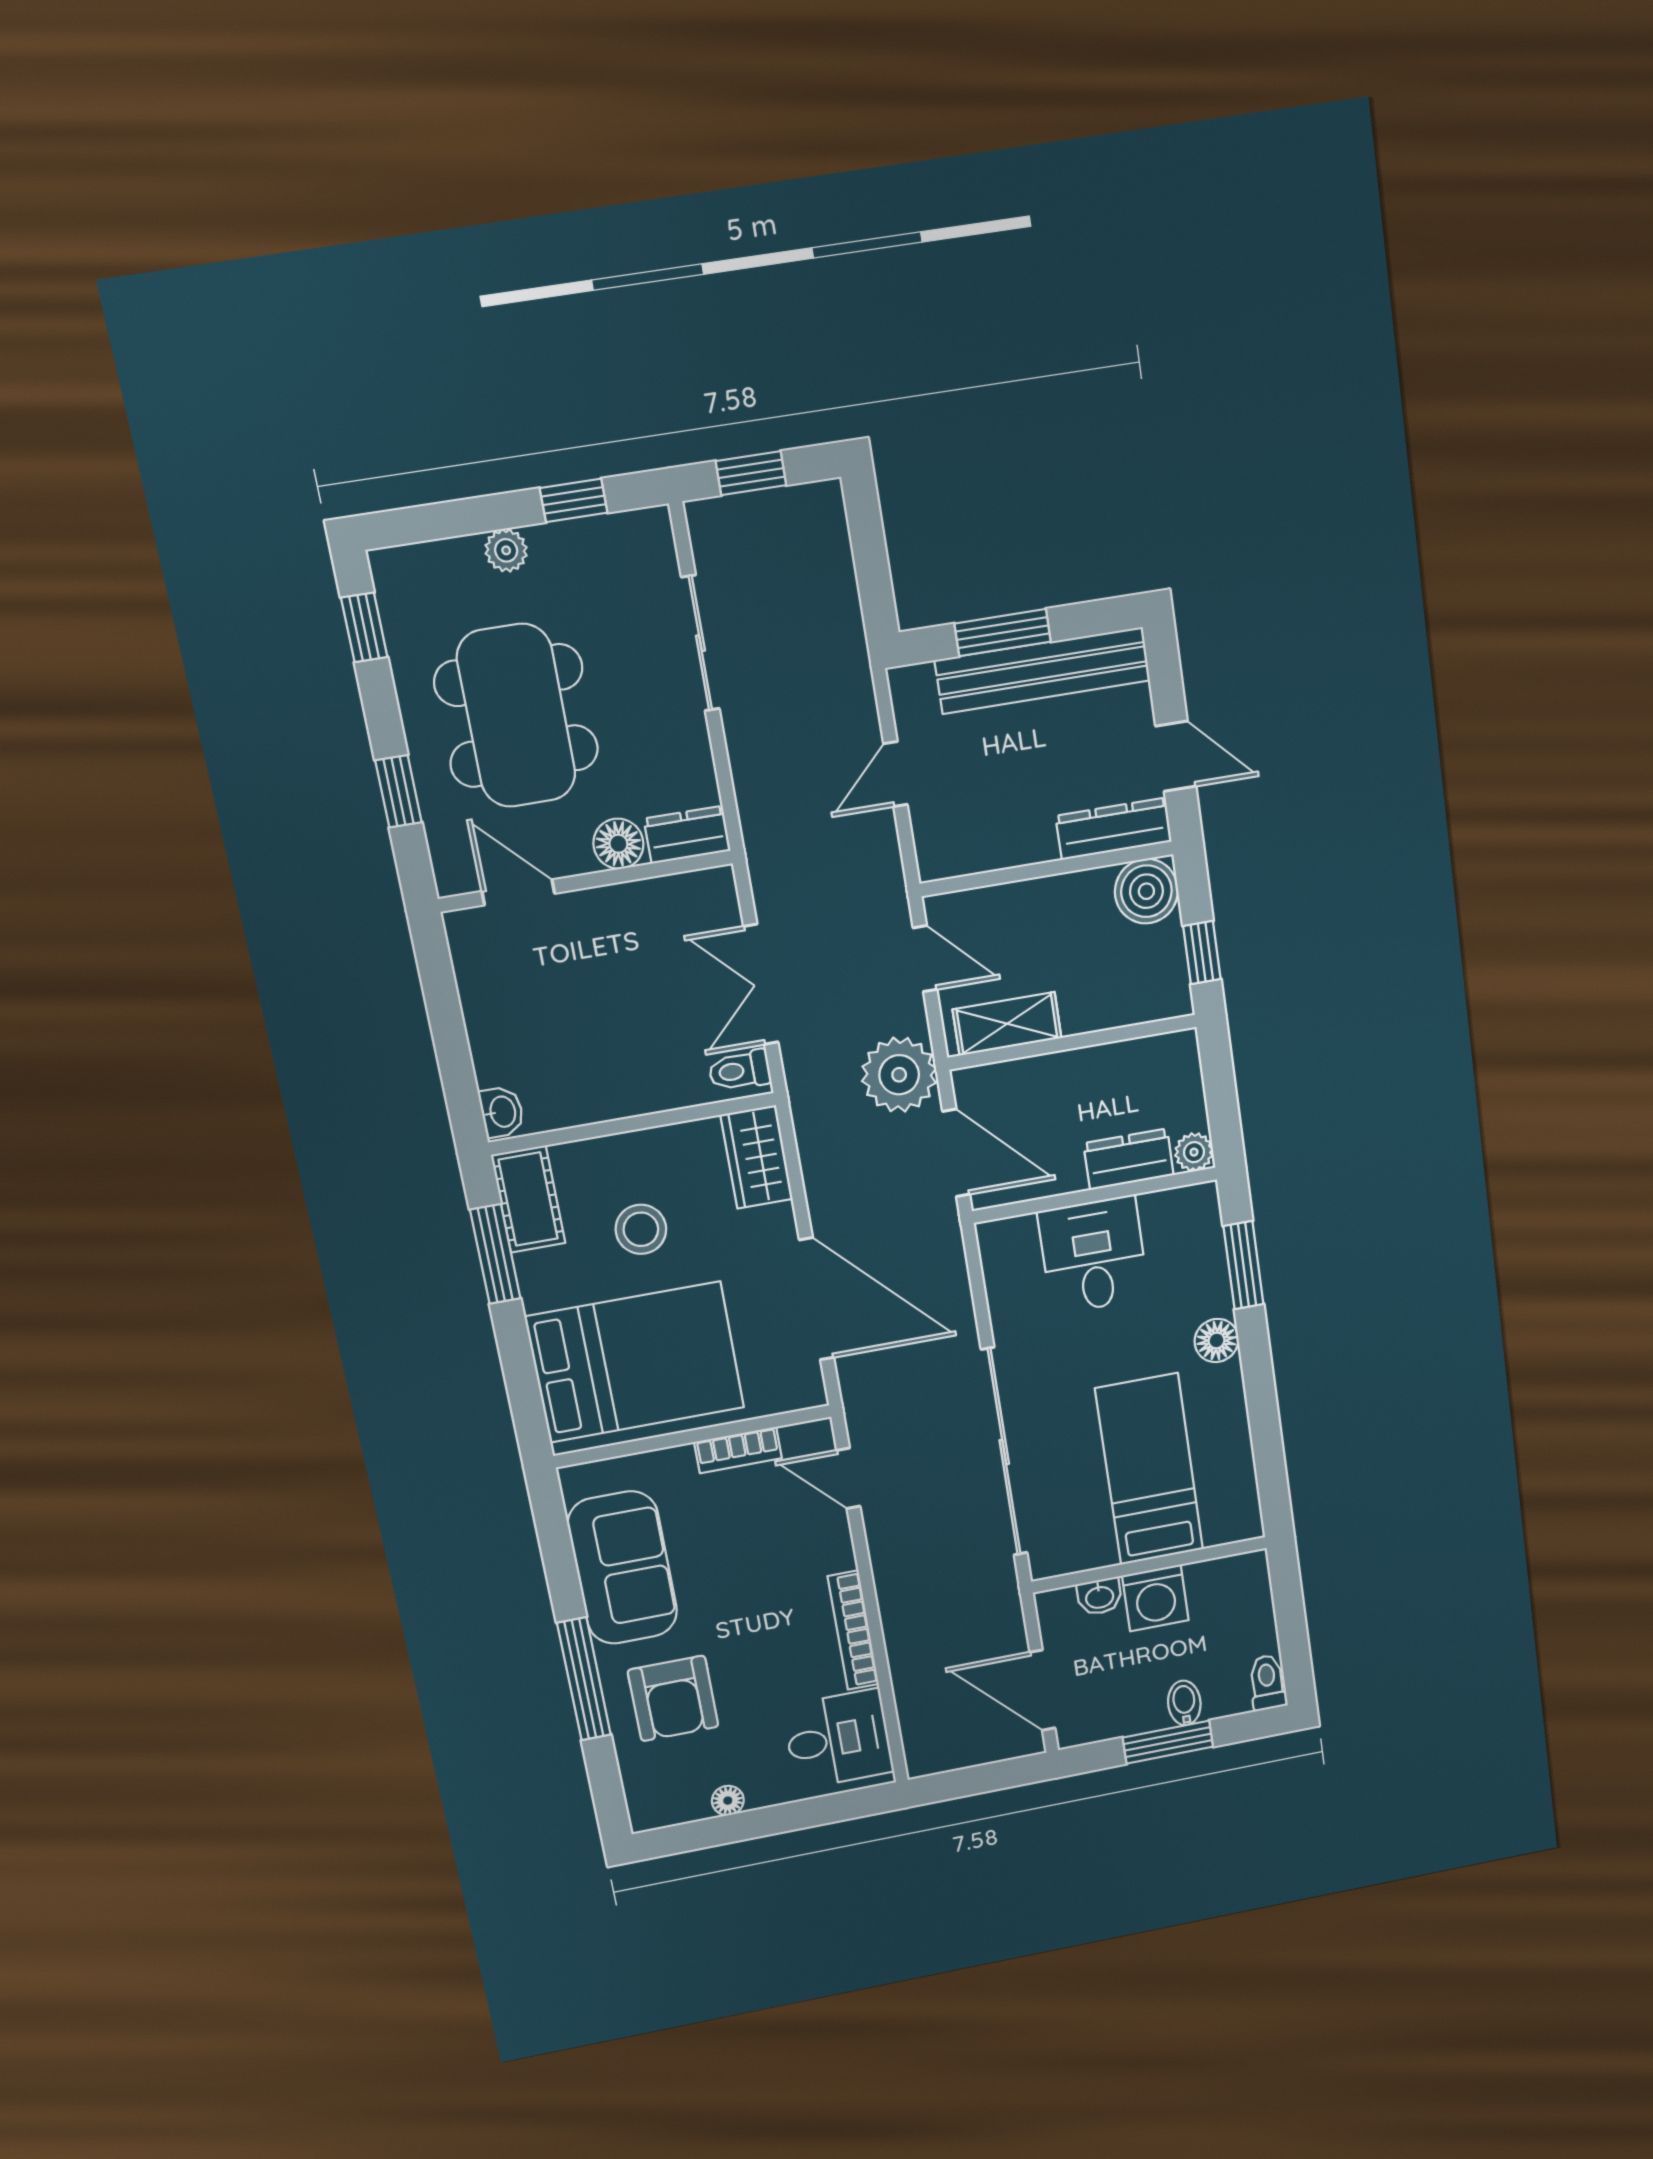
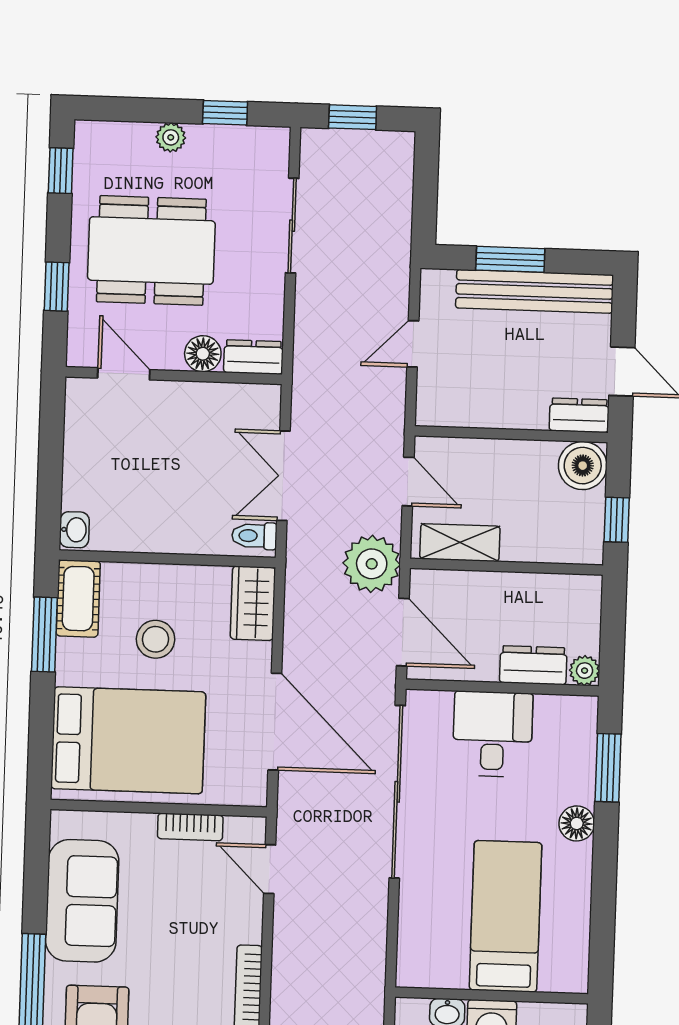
dining table: (516, 716) -> (151, 250), turned 90
dresser: (1114, 829) -> (579, 415), width x0.70
sliding door: (1004, 1452) -> (397, 792), moved

